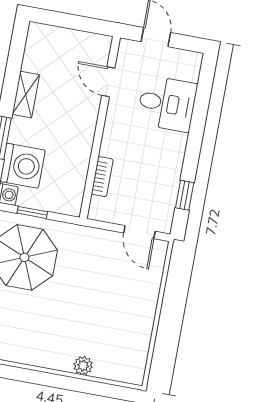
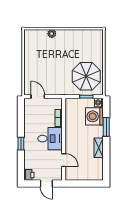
printer: (190, 63) -> (29, 175), added
desk: (167, 104) -> (50, 139), moved, turned 180
window: (185, 195) -> (21, 144), moved

